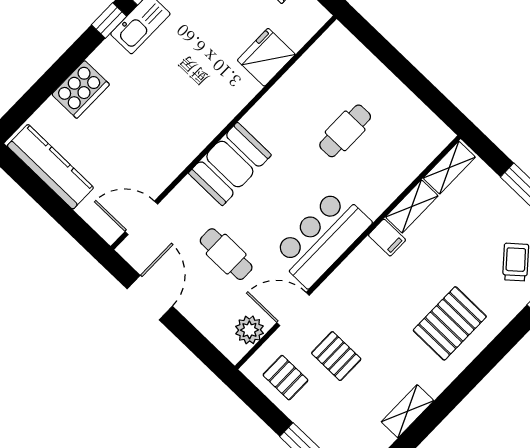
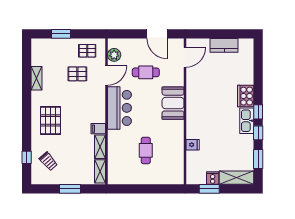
fridge: (266, 57) -> (193, 145), width x0.53, depth x0.75
cooker: (81, 89) -> (246, 96), moved
kitchen counter: (50, 167) -> (224, 45), width x0.67

